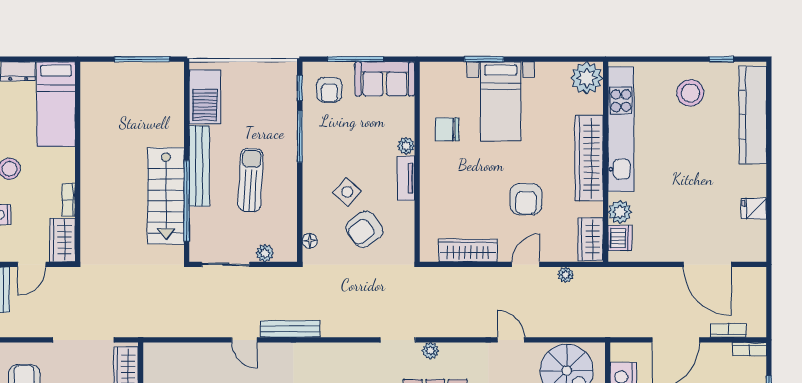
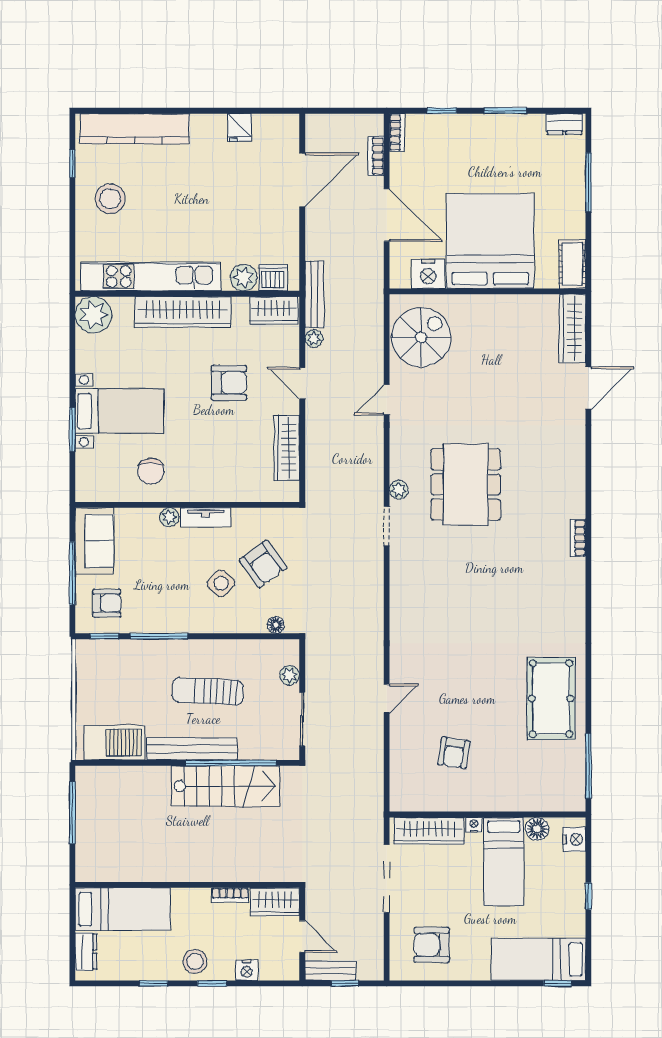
bench: (290, 329) -> (314, 294), moved

